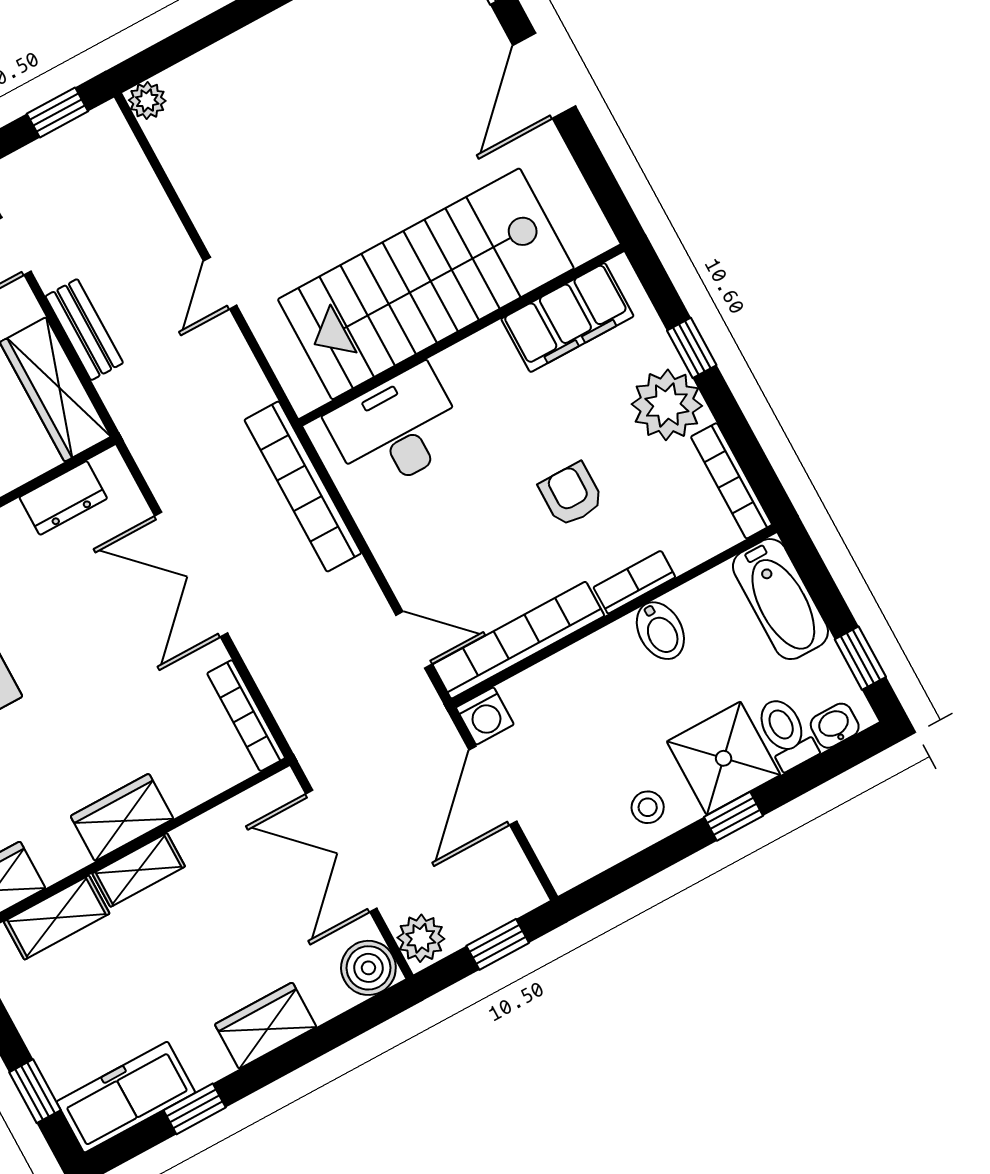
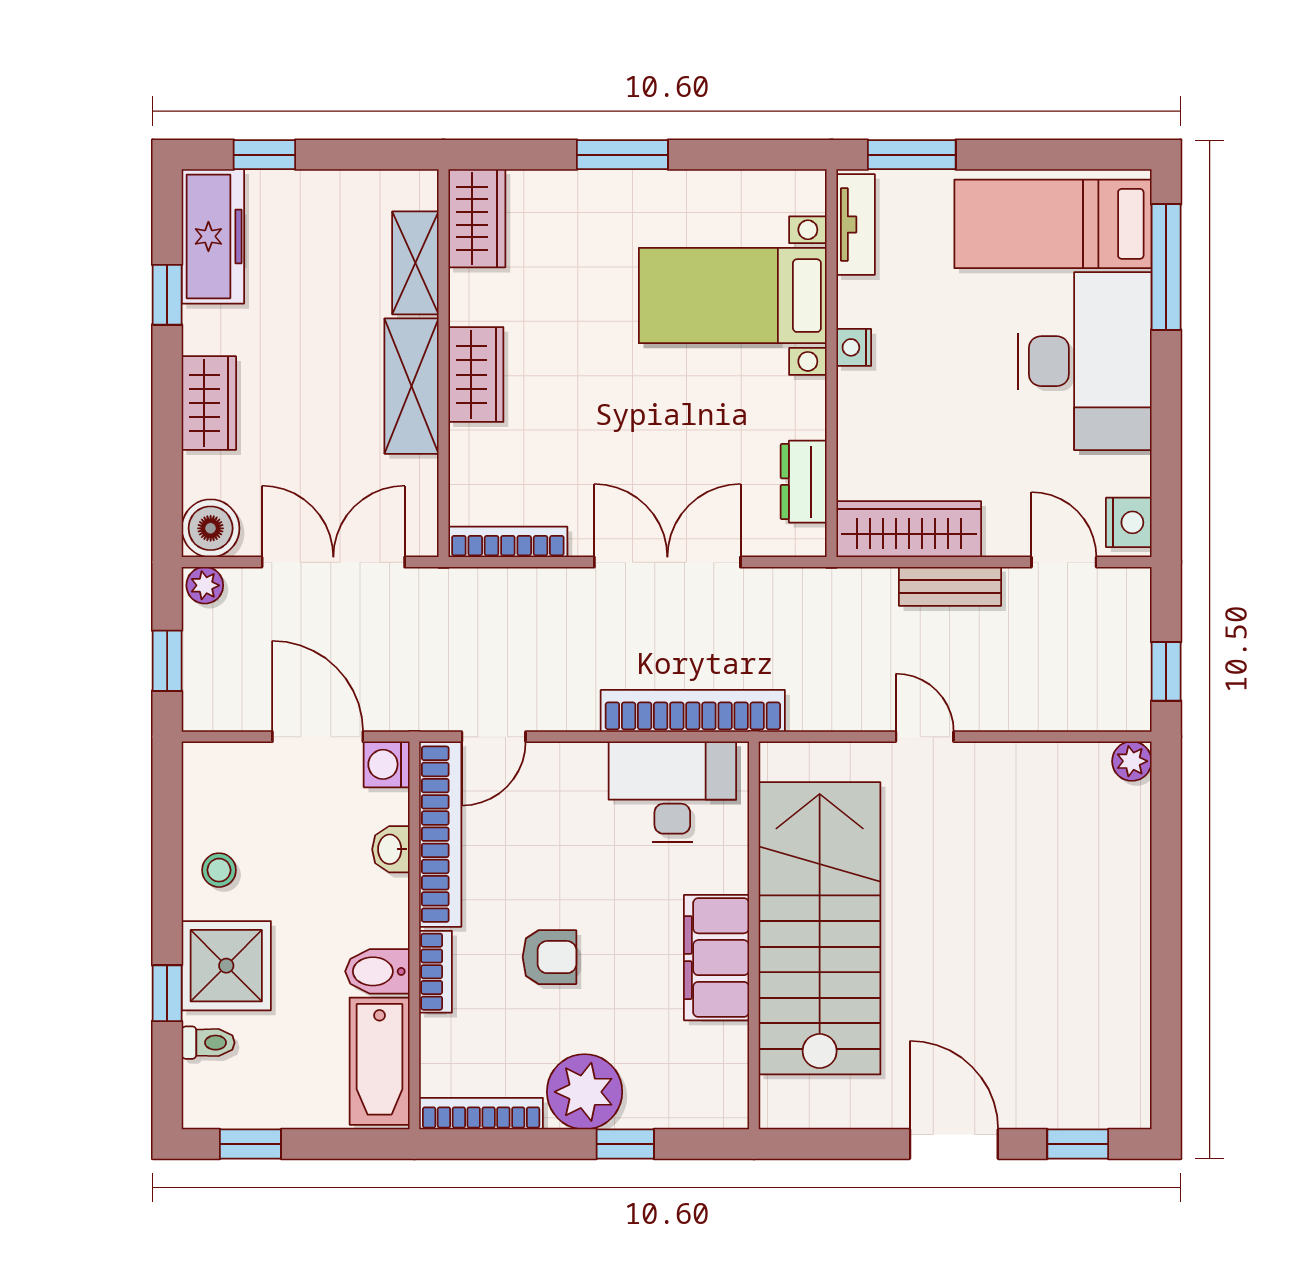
filing cabinet: (567, 318) -> (716, 958), moved
desk: (396, 429) -> (672, 792), moved, turned -90
bathtub: (780, 599) -> (380, 1061), moved, turned -90
washbasin: (835, 726) -> (391, 849), moved, turned 180
toilet: (786, 733) -> (208, 1043), width x0.73, depth x0.72
window: (734, 816) -> (167, 993), moved
shelving: (139, 870) -> (412, 386), width x1.50, depth x1.33
plant: (421, 938) -> (205, 585), width x0.73, depth x0.73

